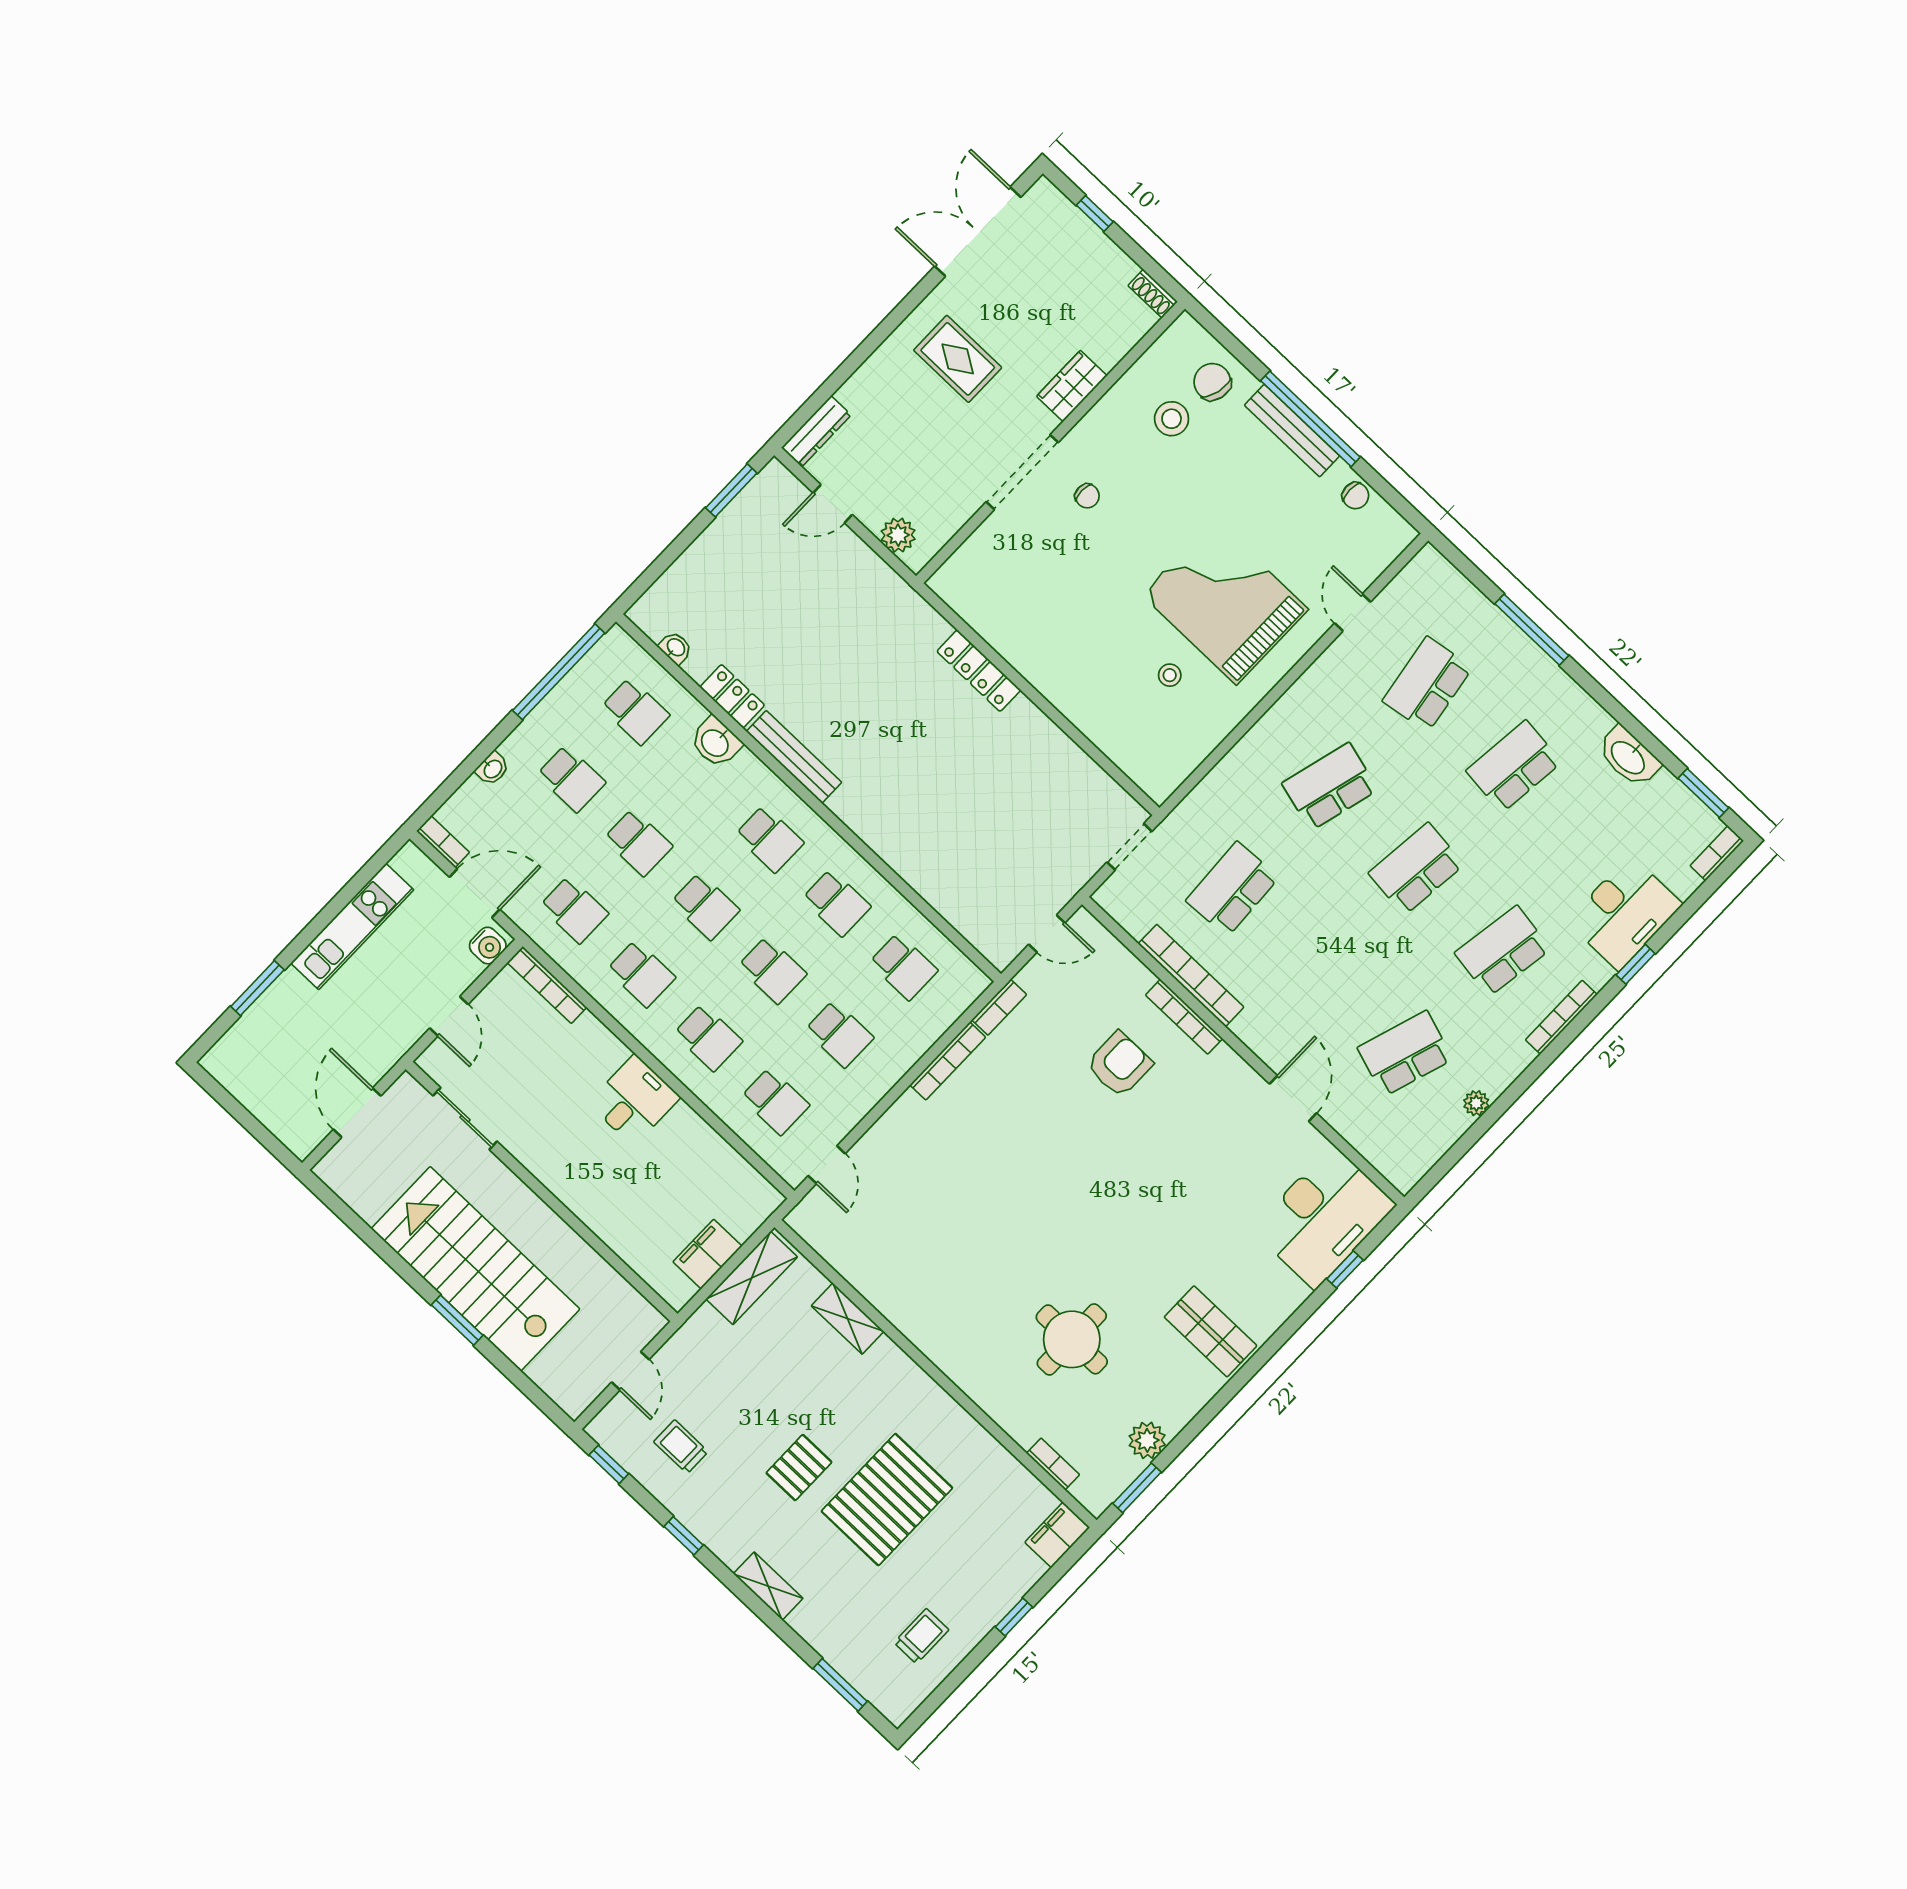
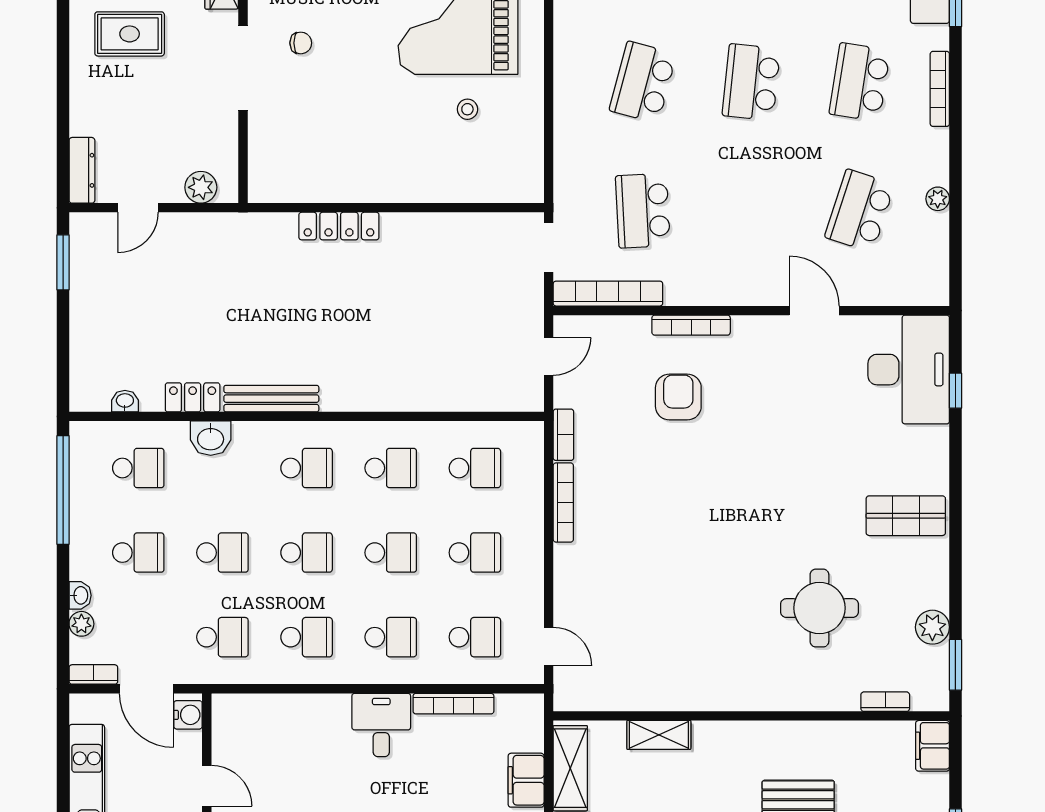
plant: (472, 792) -> (81, 624), added
door: (475, 893) -> (147, 689), swing flipped
bookcase: (1191, 975) -> (608, 294), moved
bookcase: (547, 985) -> (453, 704), moved

